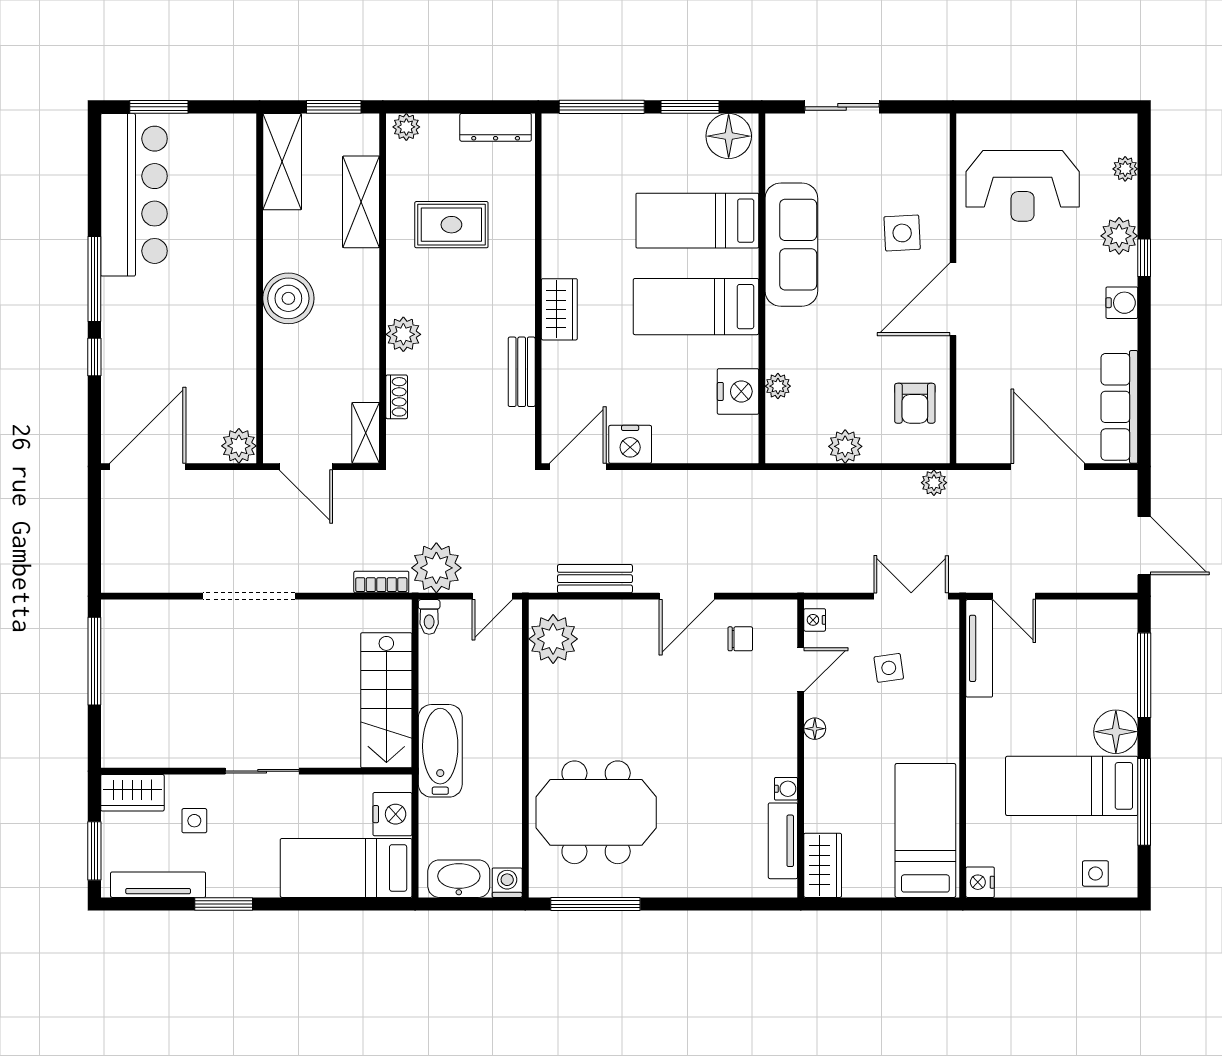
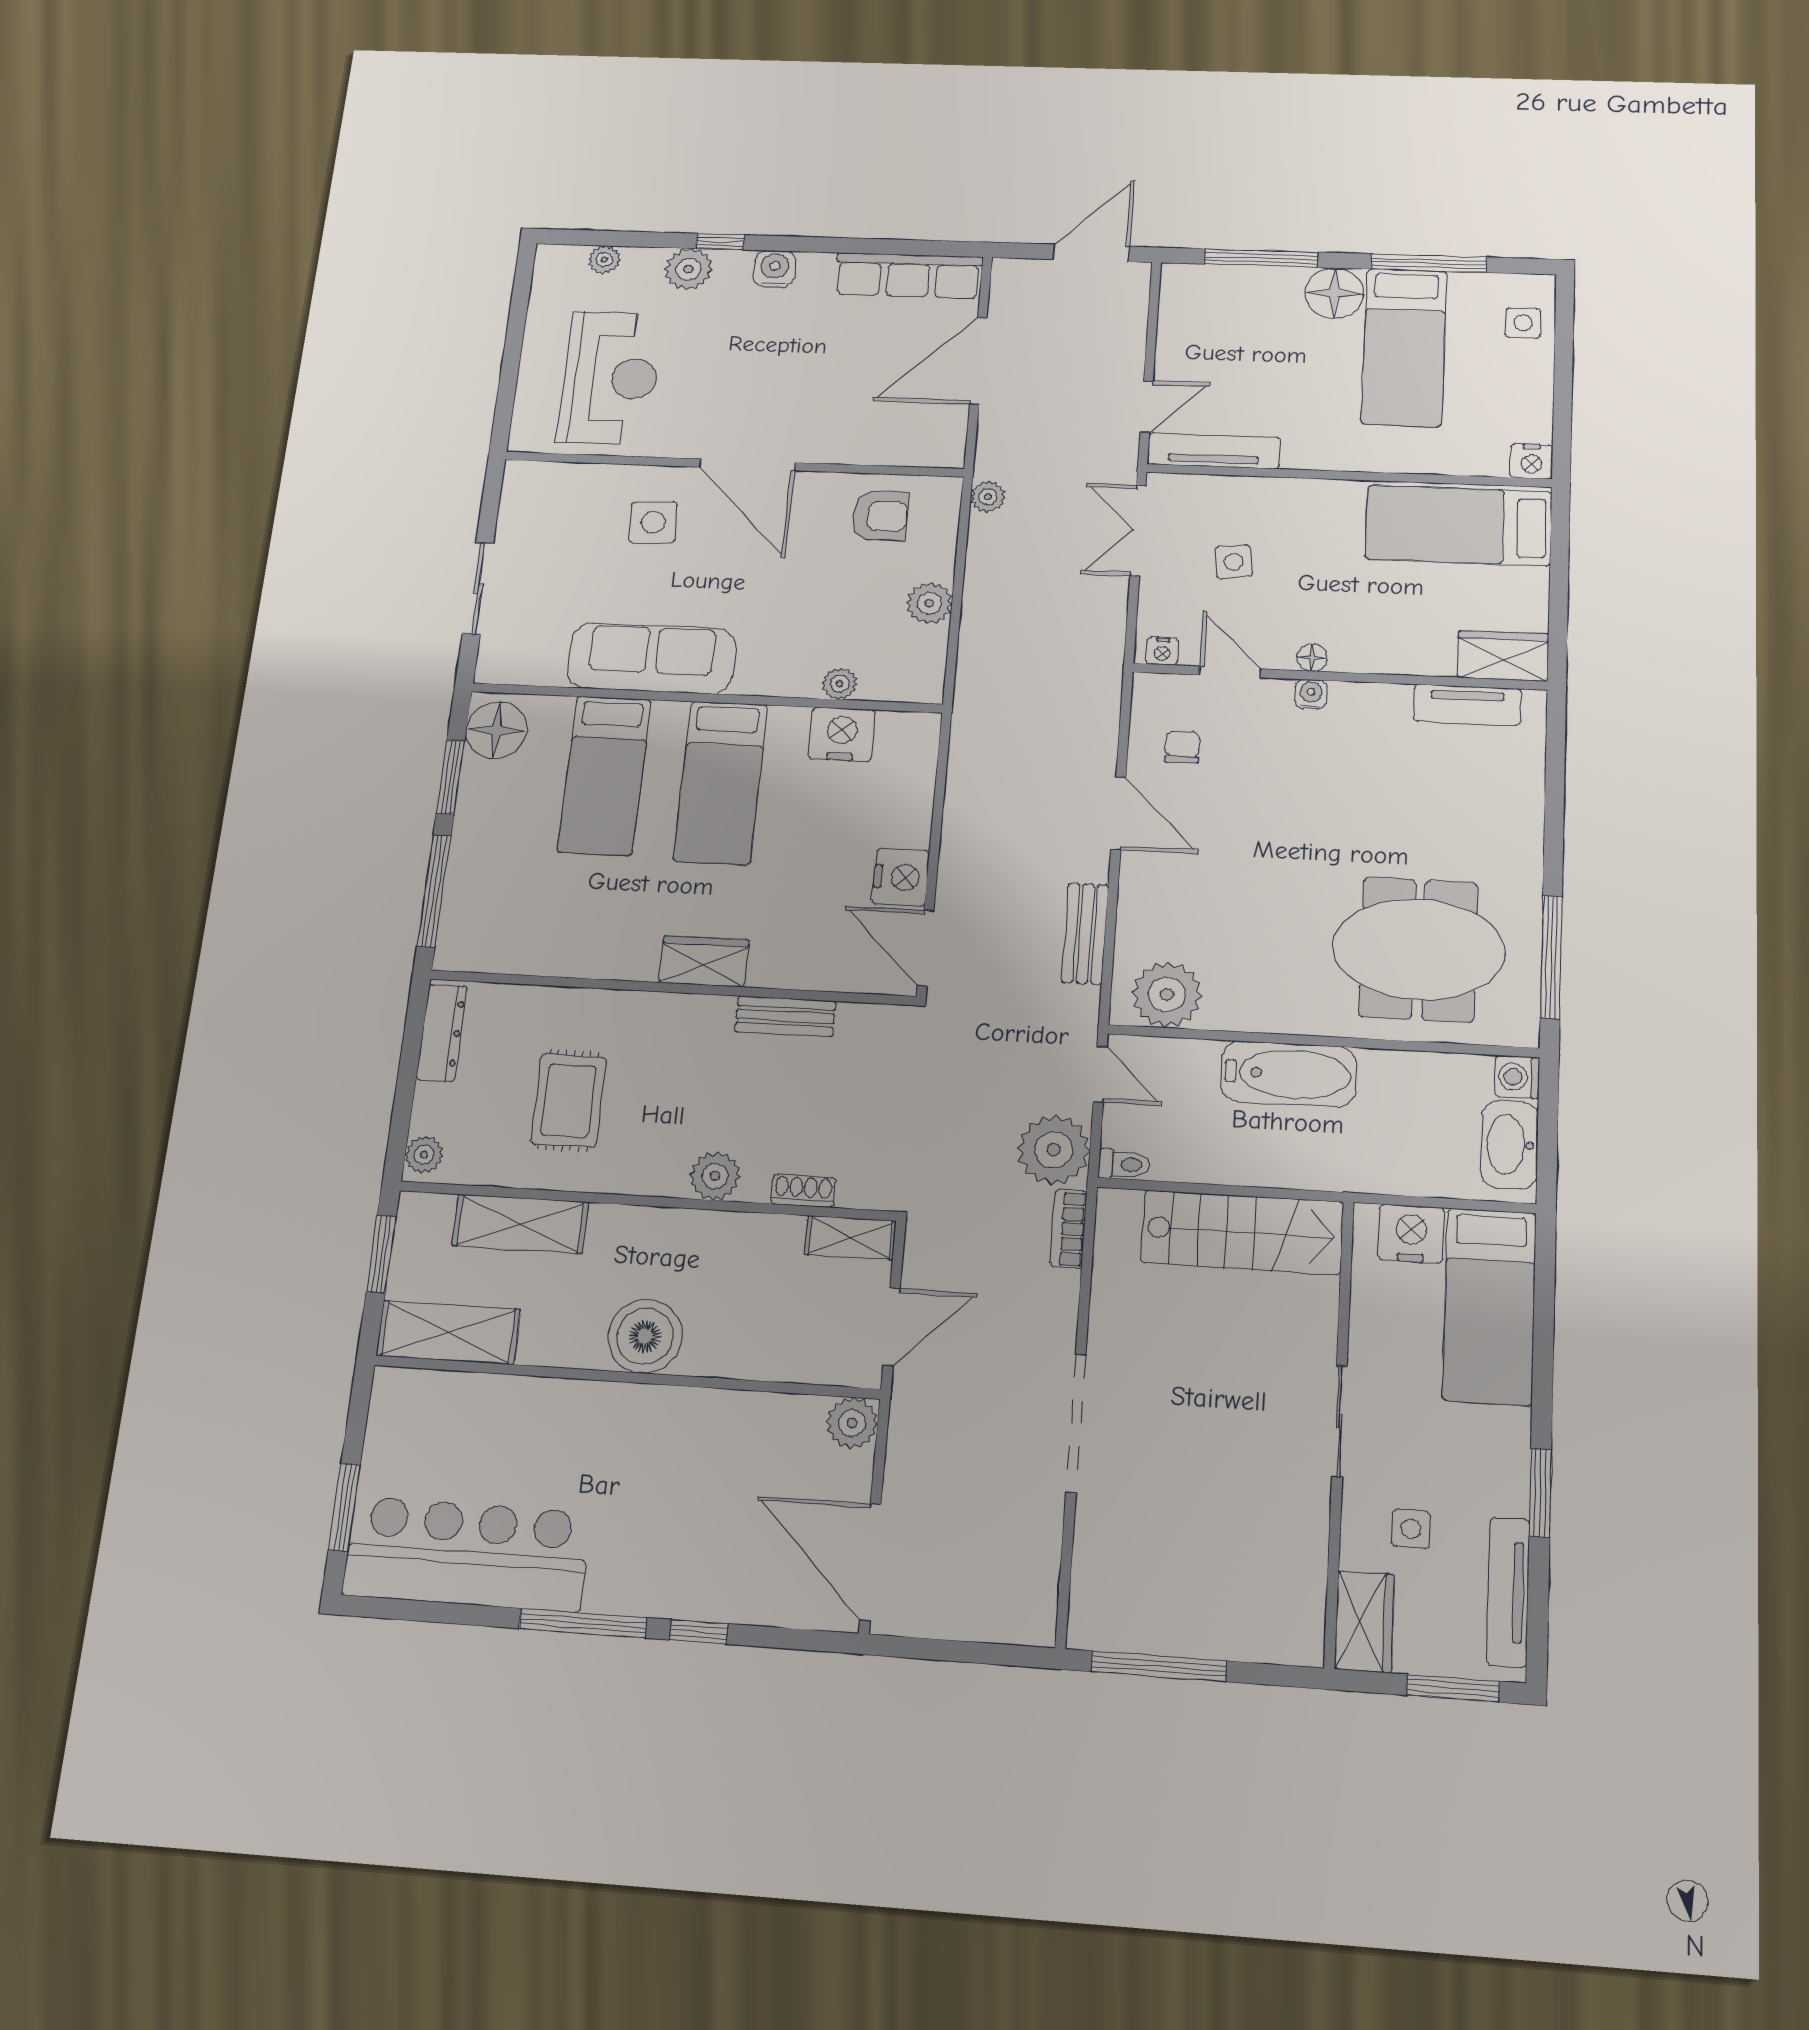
bathtub: (440, 751) -> (1288, 1074), moved, turned 180
water cooler: (786, 789) -> (1311, 694), moved
meeting table: (596, 812) -> (1418, 949), turned 90

